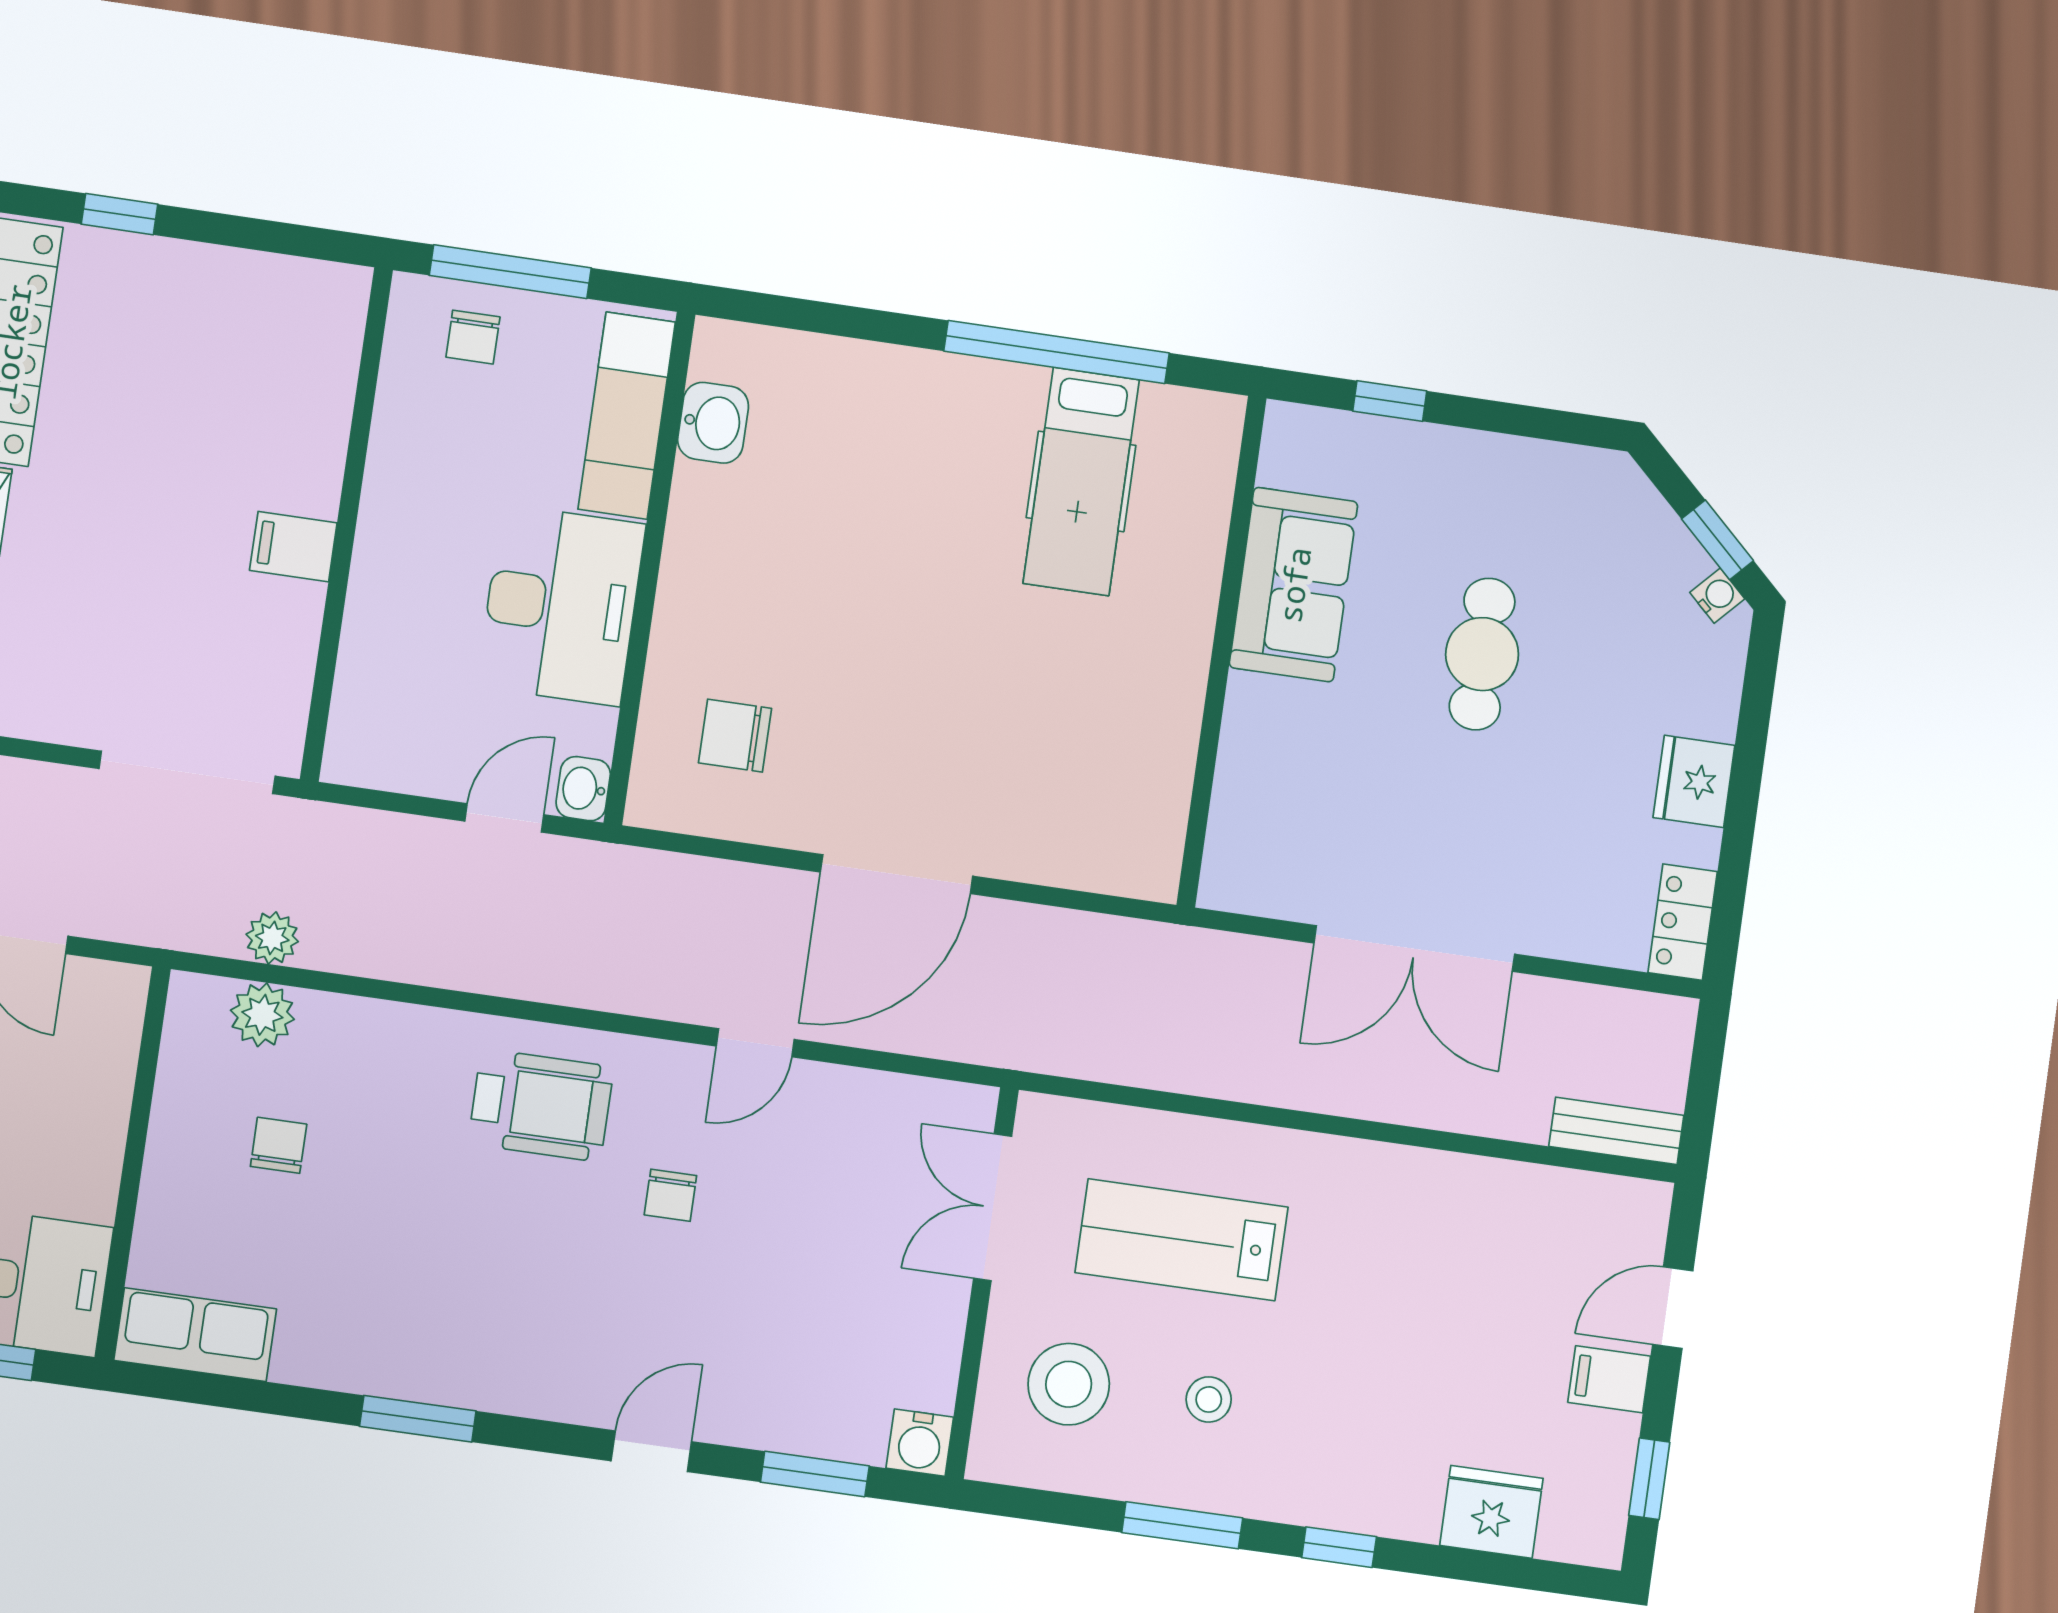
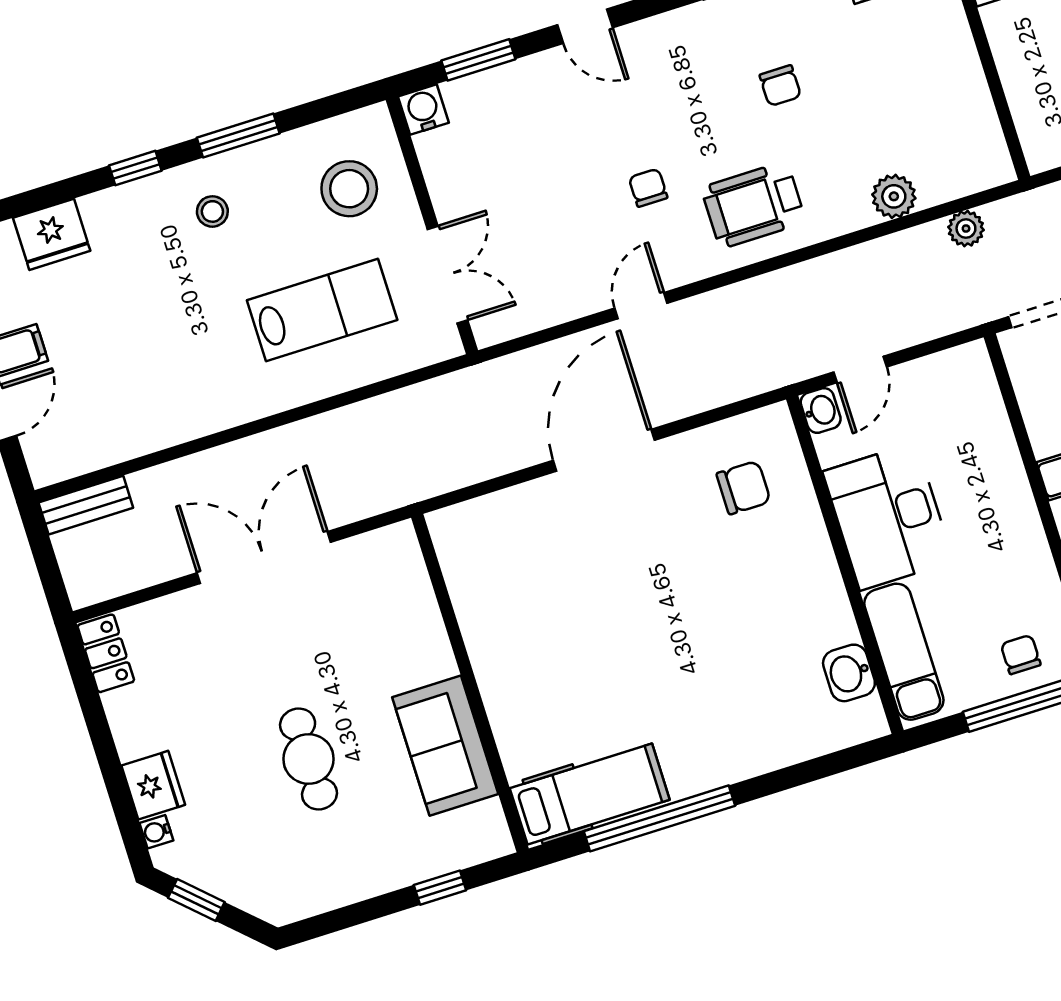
hospital bed: (1081, 481) -> (590, 794), moved, turned 90
water cooler: (1717, 596) -> (156, 832), moved, turned 47
fridge: (1694, 781) -> (153, 785), moved
plant: (262, 1015) -> (894, 196), moved
chair: (279, 1145) -> (780, 86), moved
stool: (1209, 1399) -> (212, 211), moved
door: (651, 1451) -> (585, 26), hinge flipped

